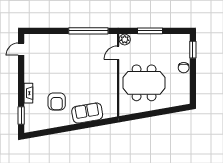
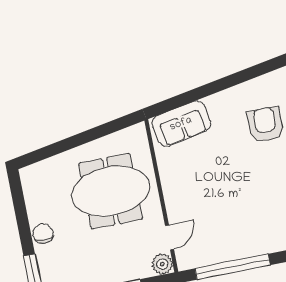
sofa: (87, 113) -> (181, 124), moved

